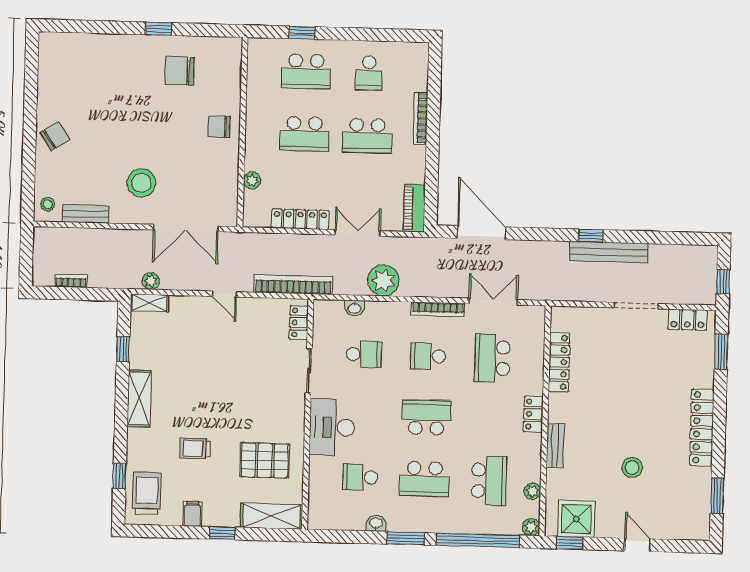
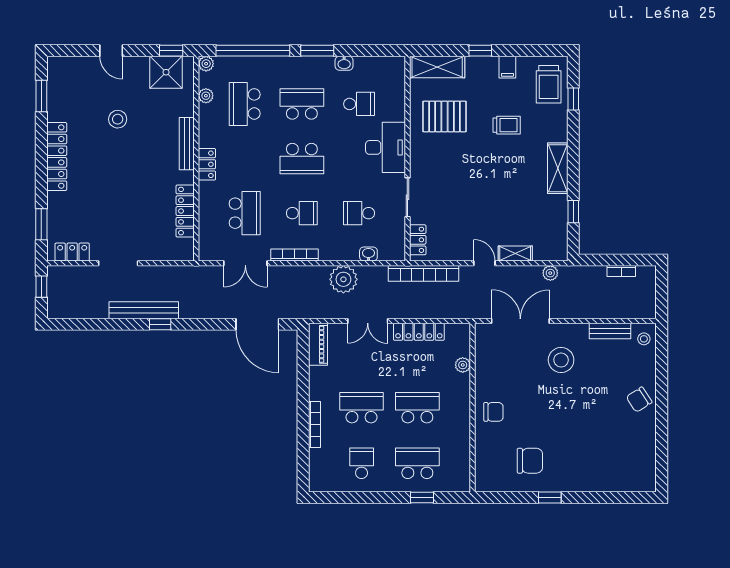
shelving: (149, 303) -> (515, 253), moved
bench: (555, 446) -> (187, 144), width x1.36

